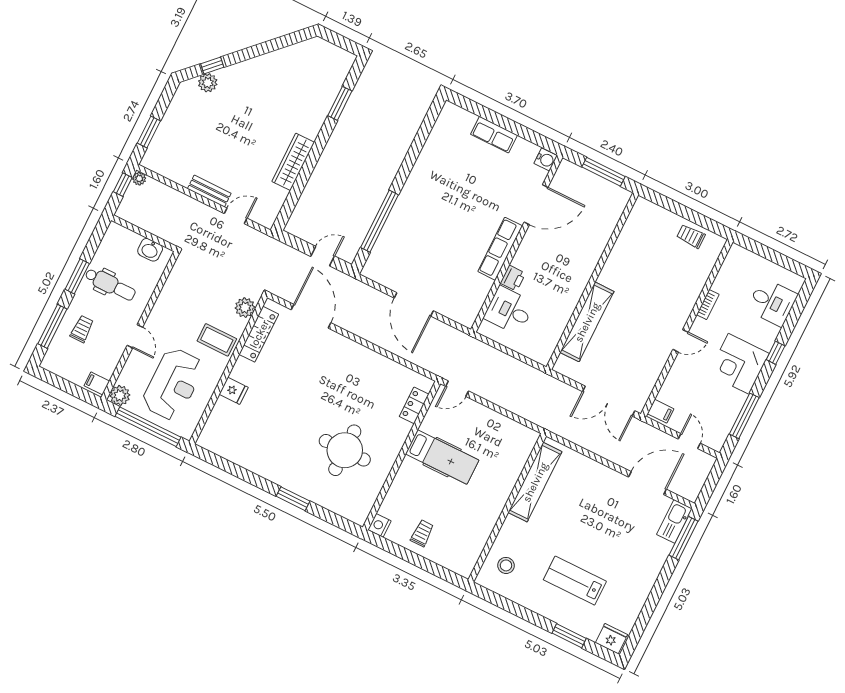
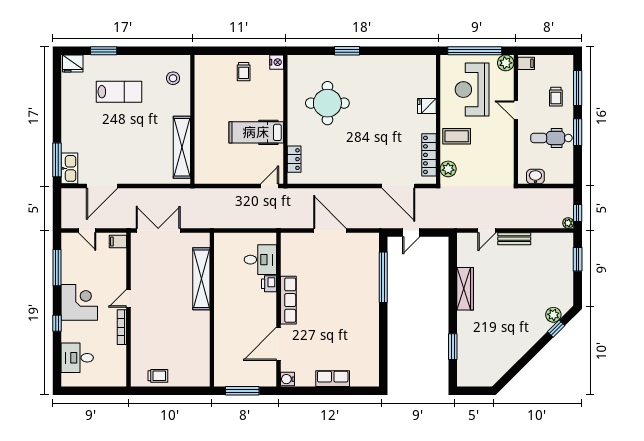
bookcase: (708, 305) -> (122, 327), width x1.56

